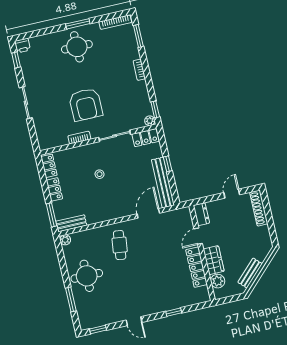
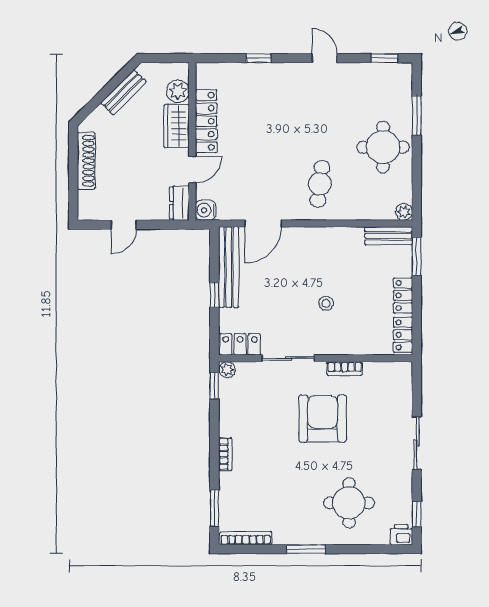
round table: (77, 47) -> (349, 503), moved
shoe rack: (259, 208) -> (86, 161), moved
water cooler: (185, 214) -> (206, 210), added

